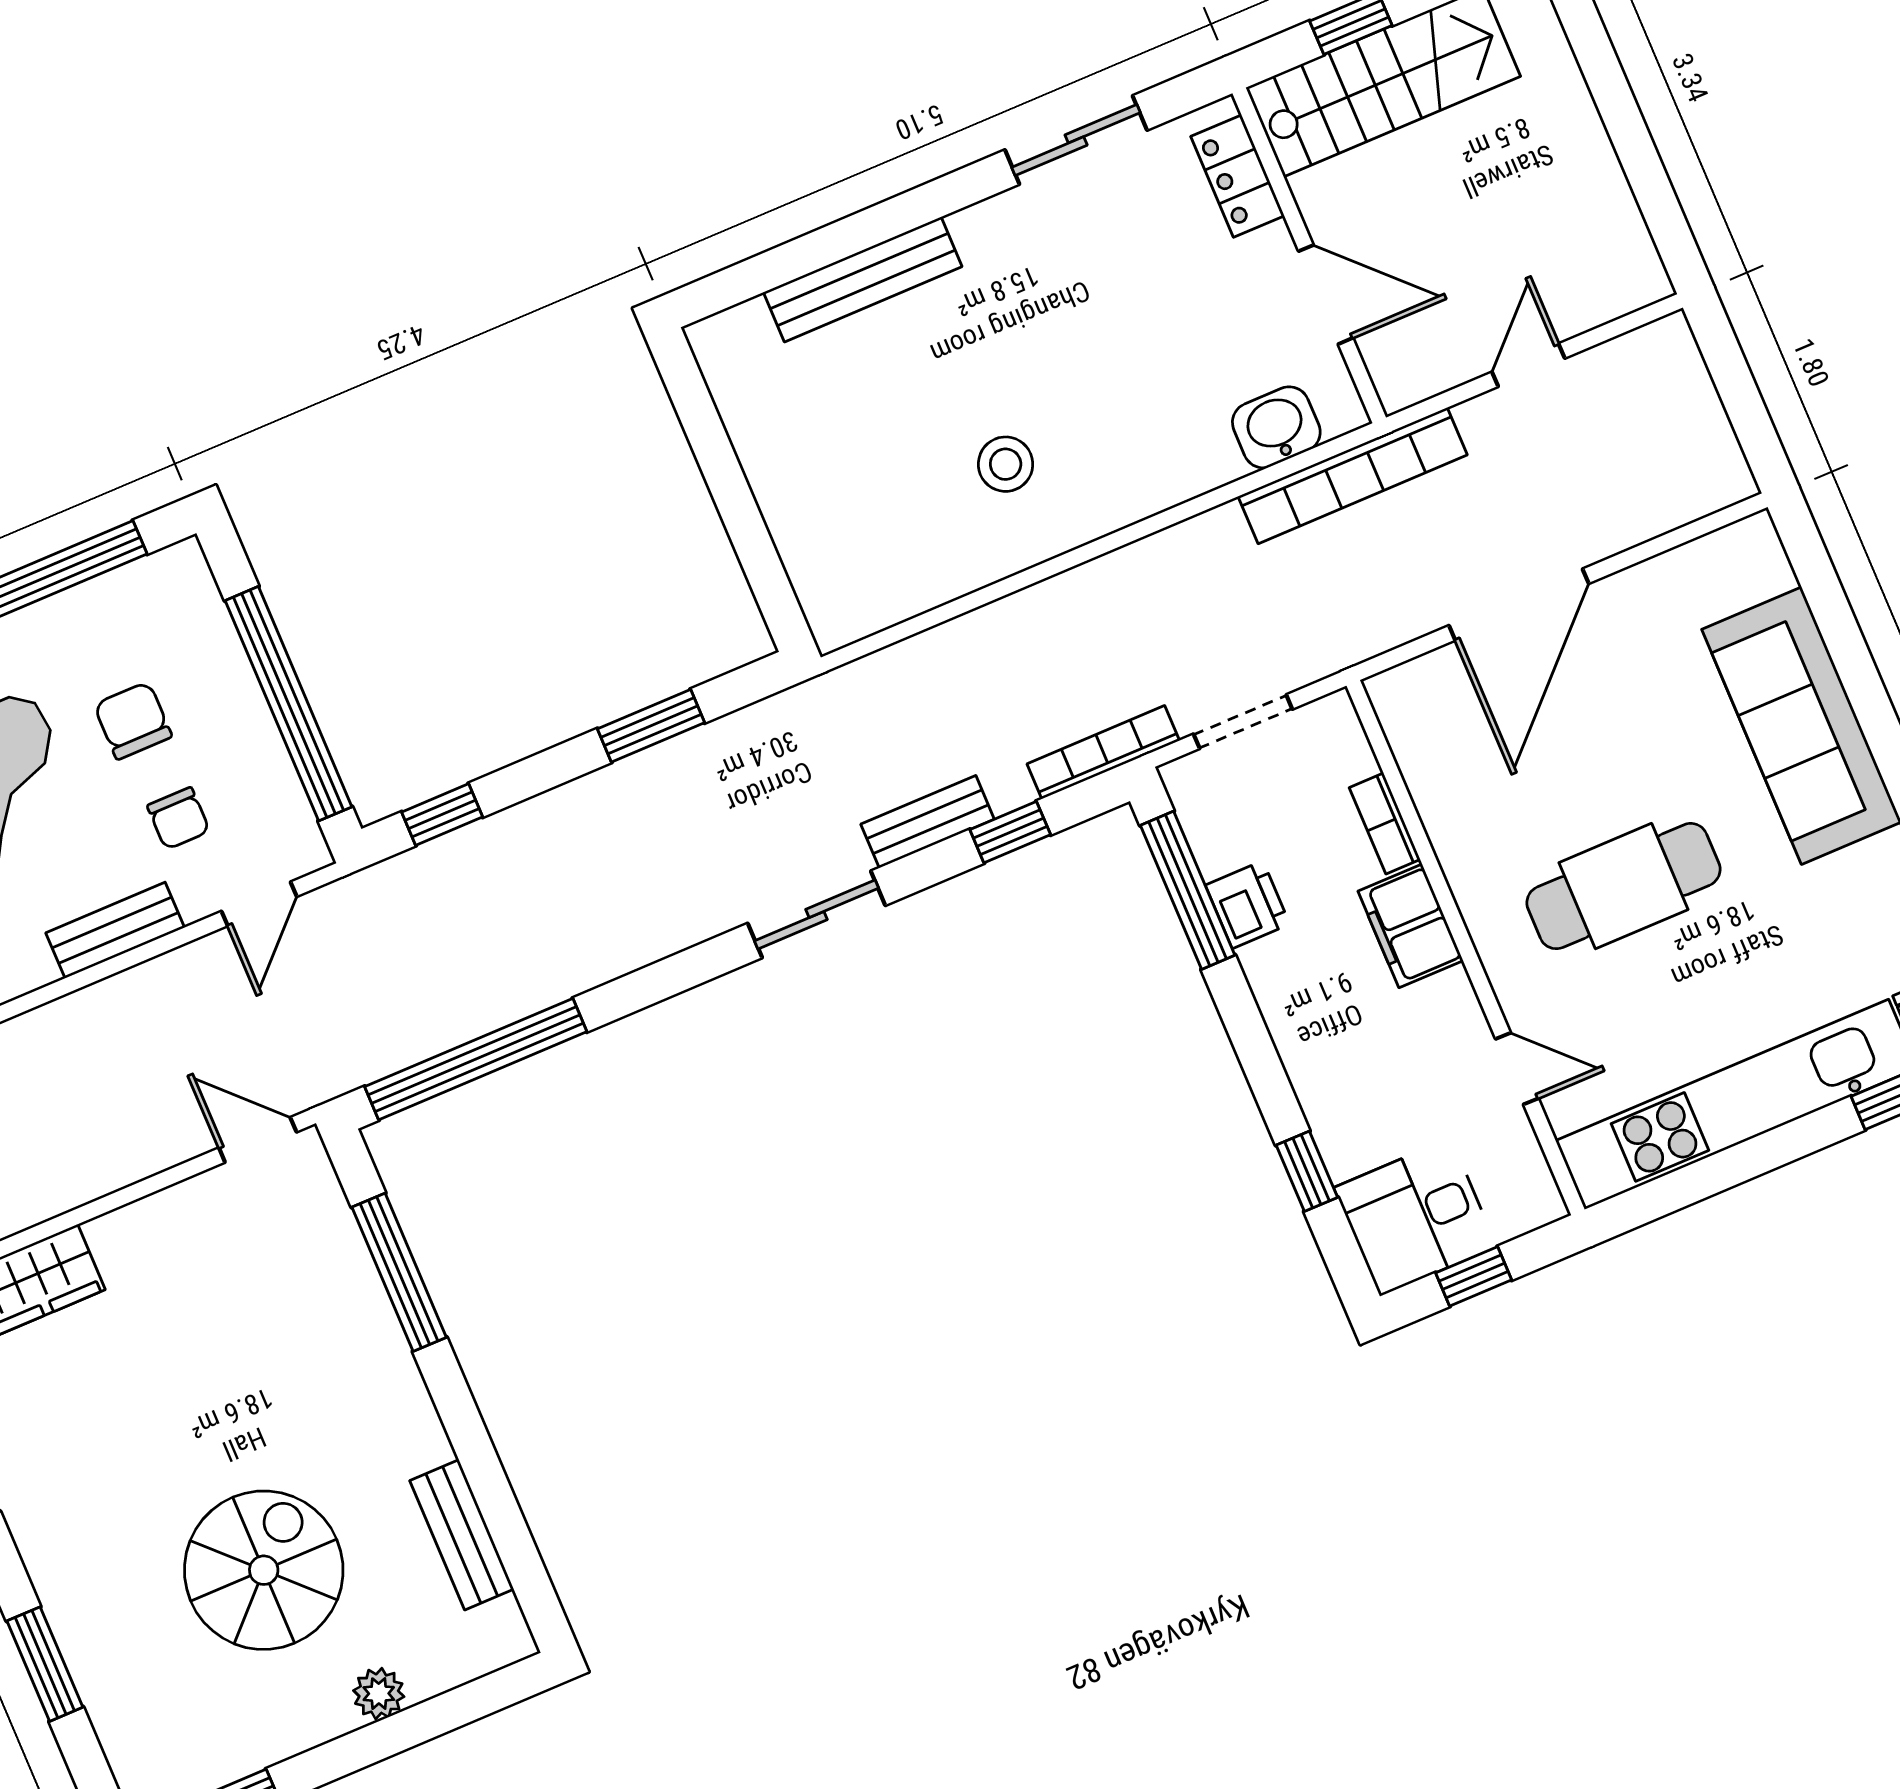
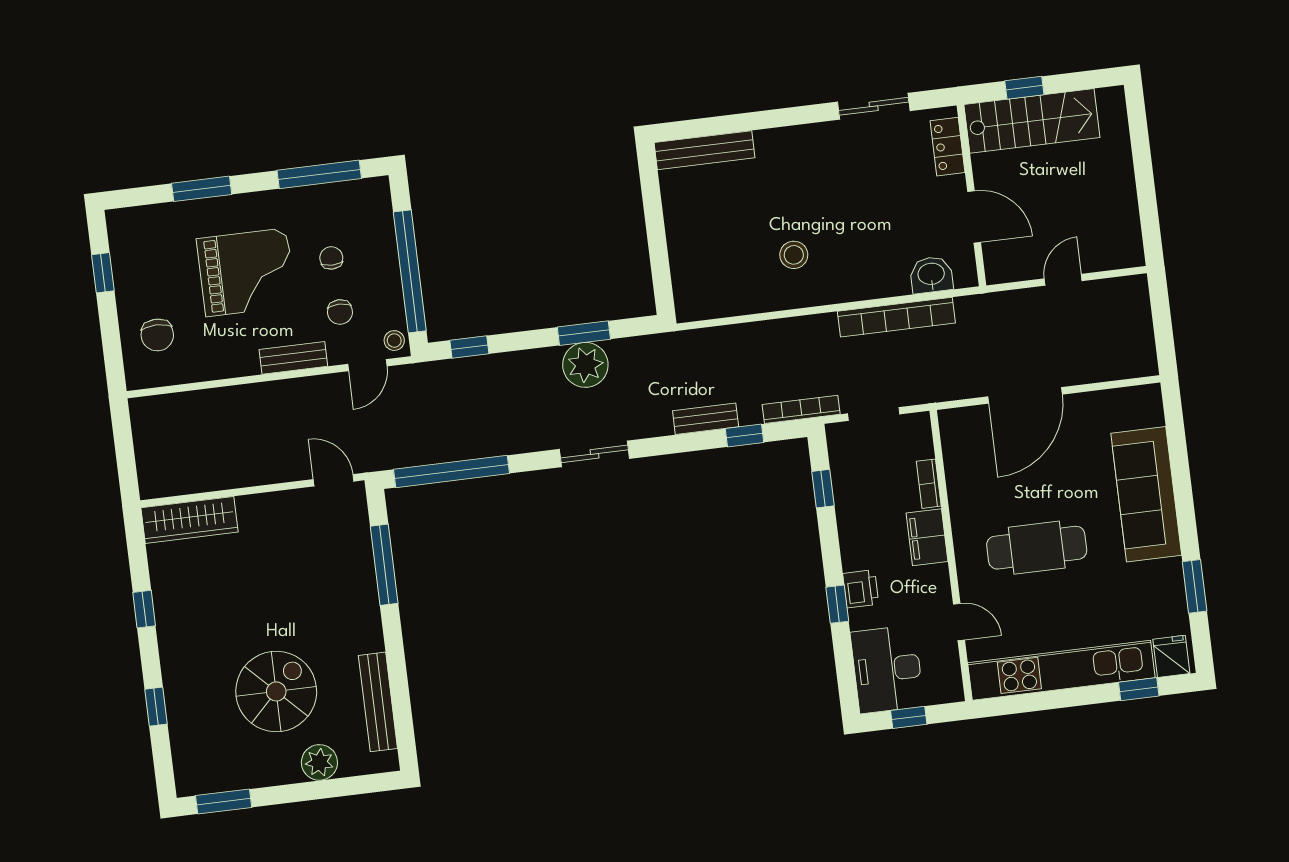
bench: (863, 279) -> (705, 150), moved
bookcase: (1353, 476) -> (896, 317), moved
chair: (133, 721) -> (331, 258), width x0.73, depth x0.73
plant: (671, 785) -> (585, 365), added
stool: (297, 843) -> (394, 341), added
window: (1188, 890) -> (823, 489), width x0.46
printer: (1248, 905) -> (861, 589), moved
sliding door: (816, 914) -> (595, 454), moved
window: (1307, 1171) -> (837, 604), moved
desk: (1415, 1217) -> (887, 669), width x1.37
bench: (462, 1535) -> (378, 702), width x1.36
window: (45, 1664) -> (156, 707), width x0.67
plant: (379, 1694) -> (319, 762), width x1.38, depth x1.38

